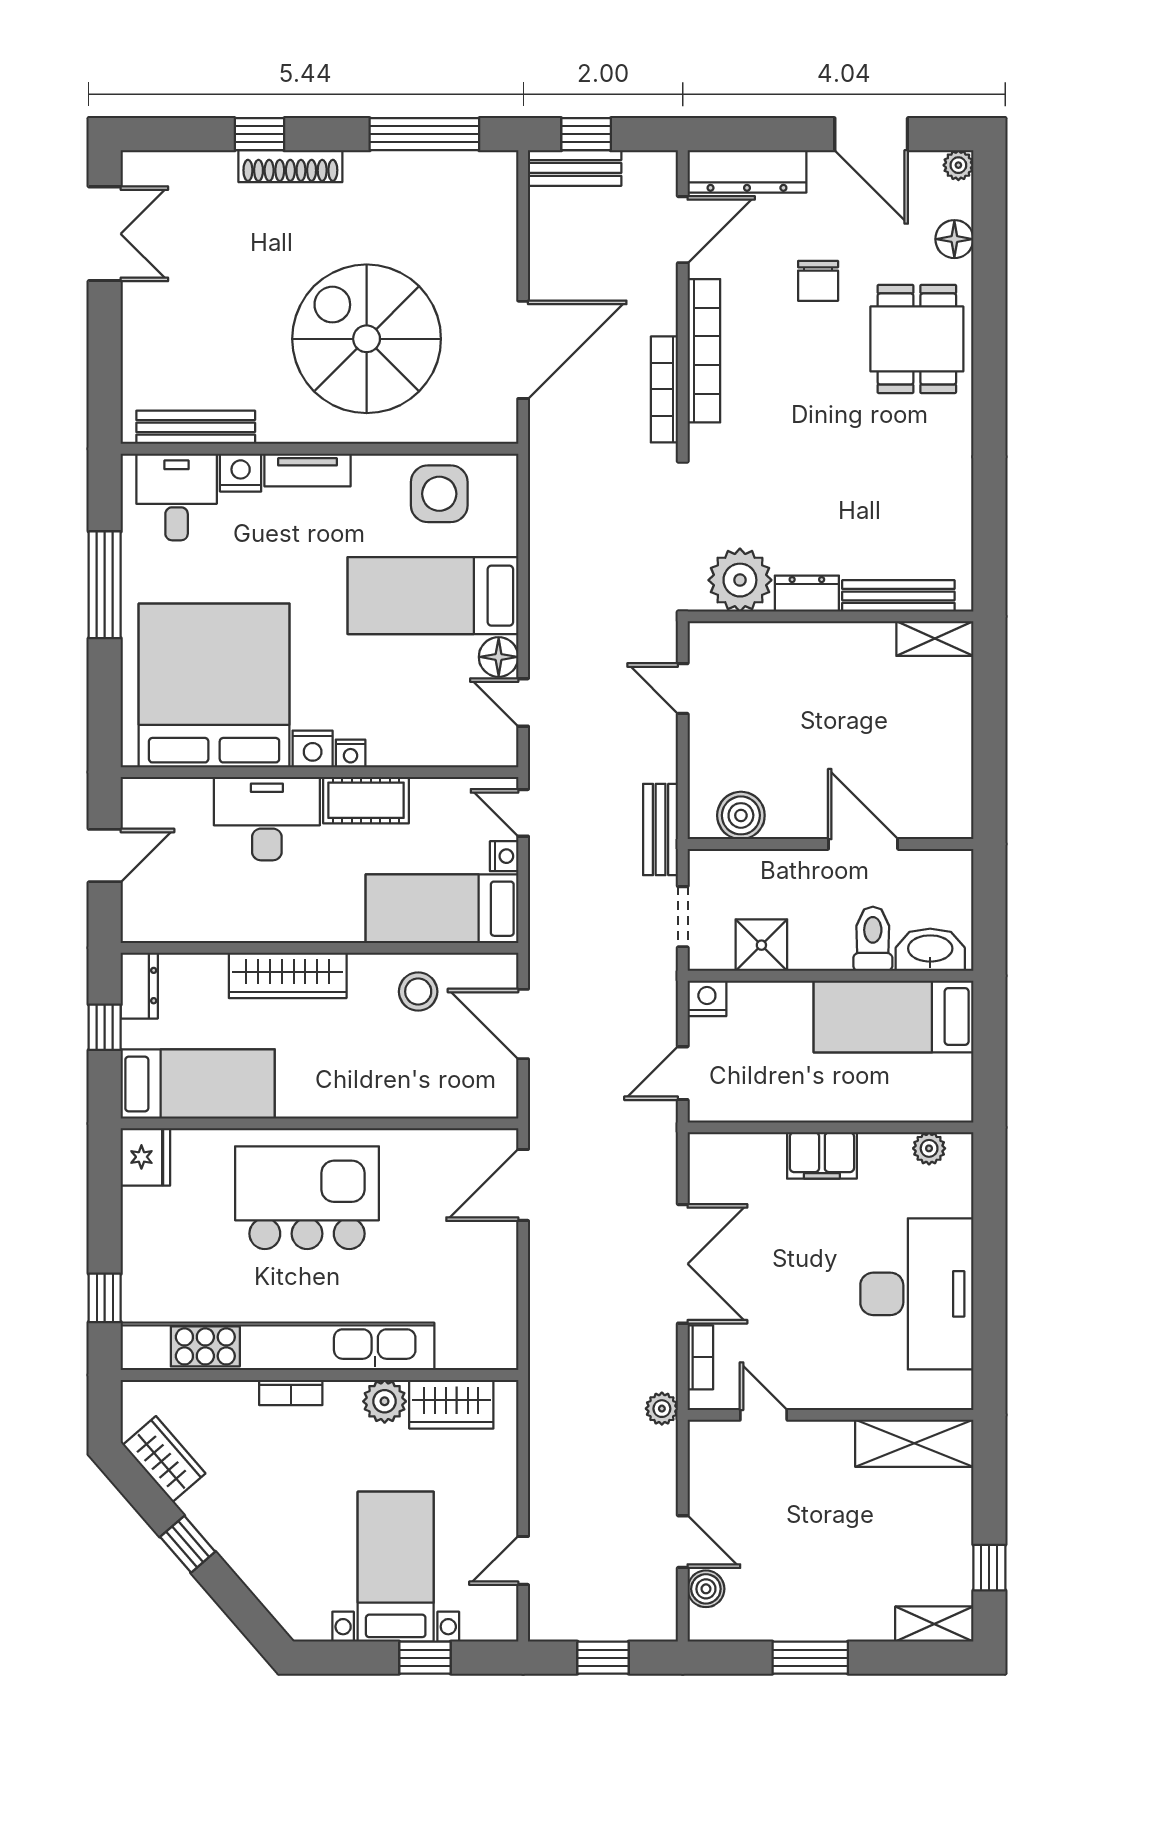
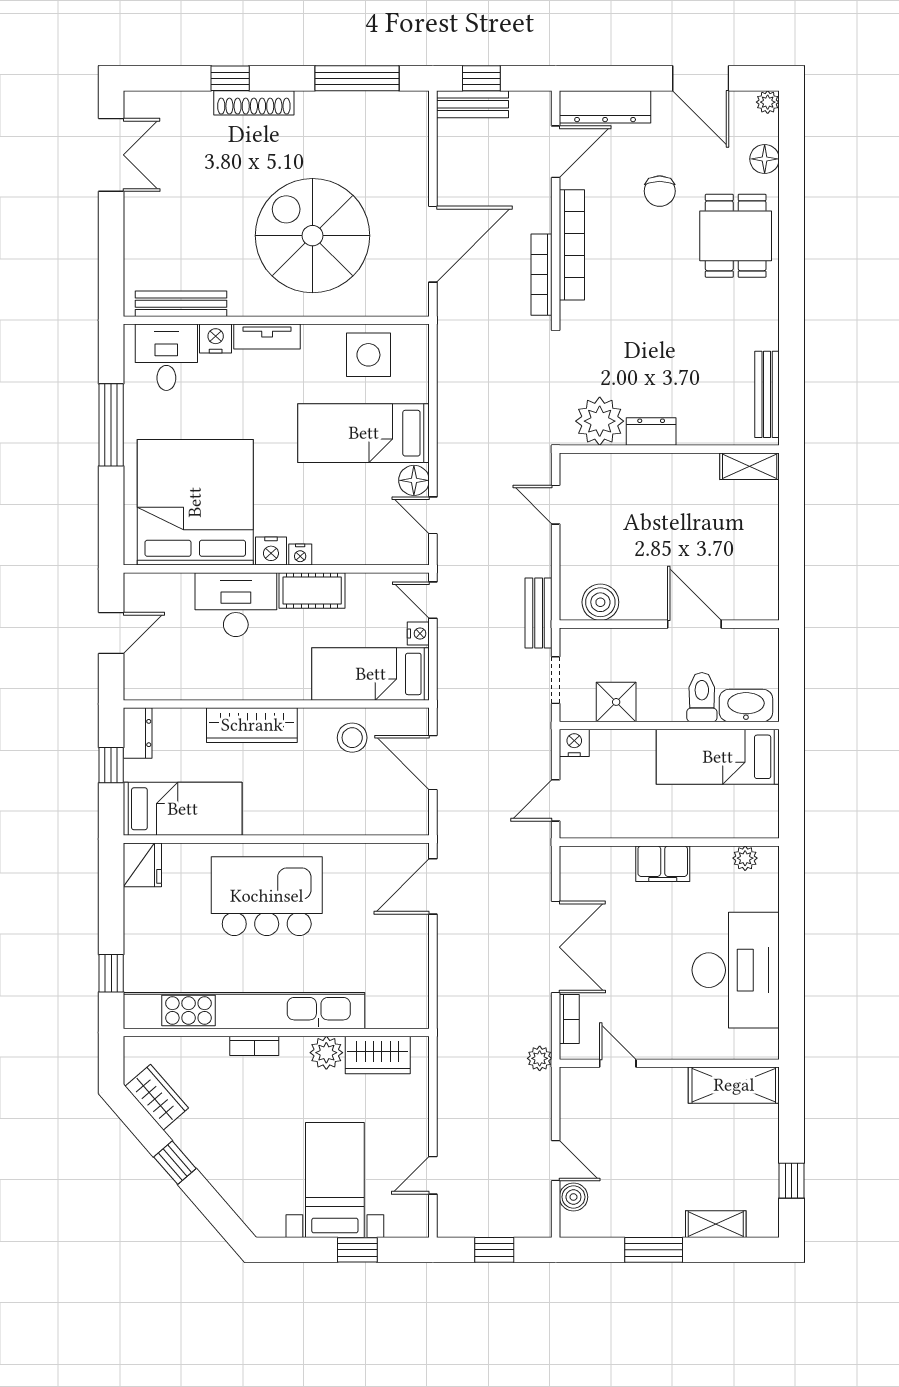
bench: (898, 596) -> (767, 394), moved, turned 90
shelving: (934, 1624) -> (716, 1224), moved

